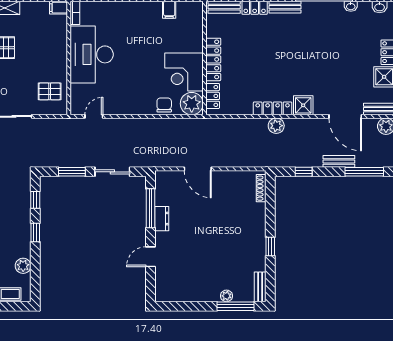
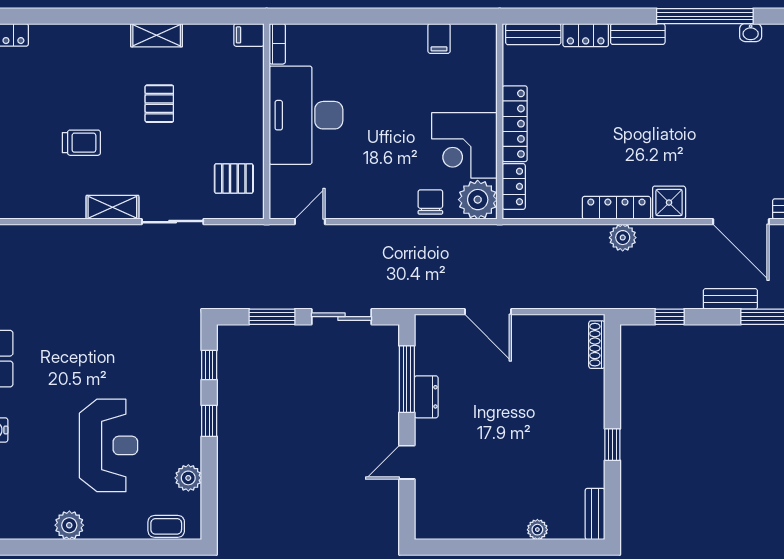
window: (235, 306) -> (553, 547), removed

